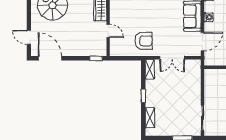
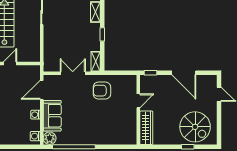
door: (108, 31) -> (138, 101), swing flipped
door: (50, 58) -> (184, 73), moved

